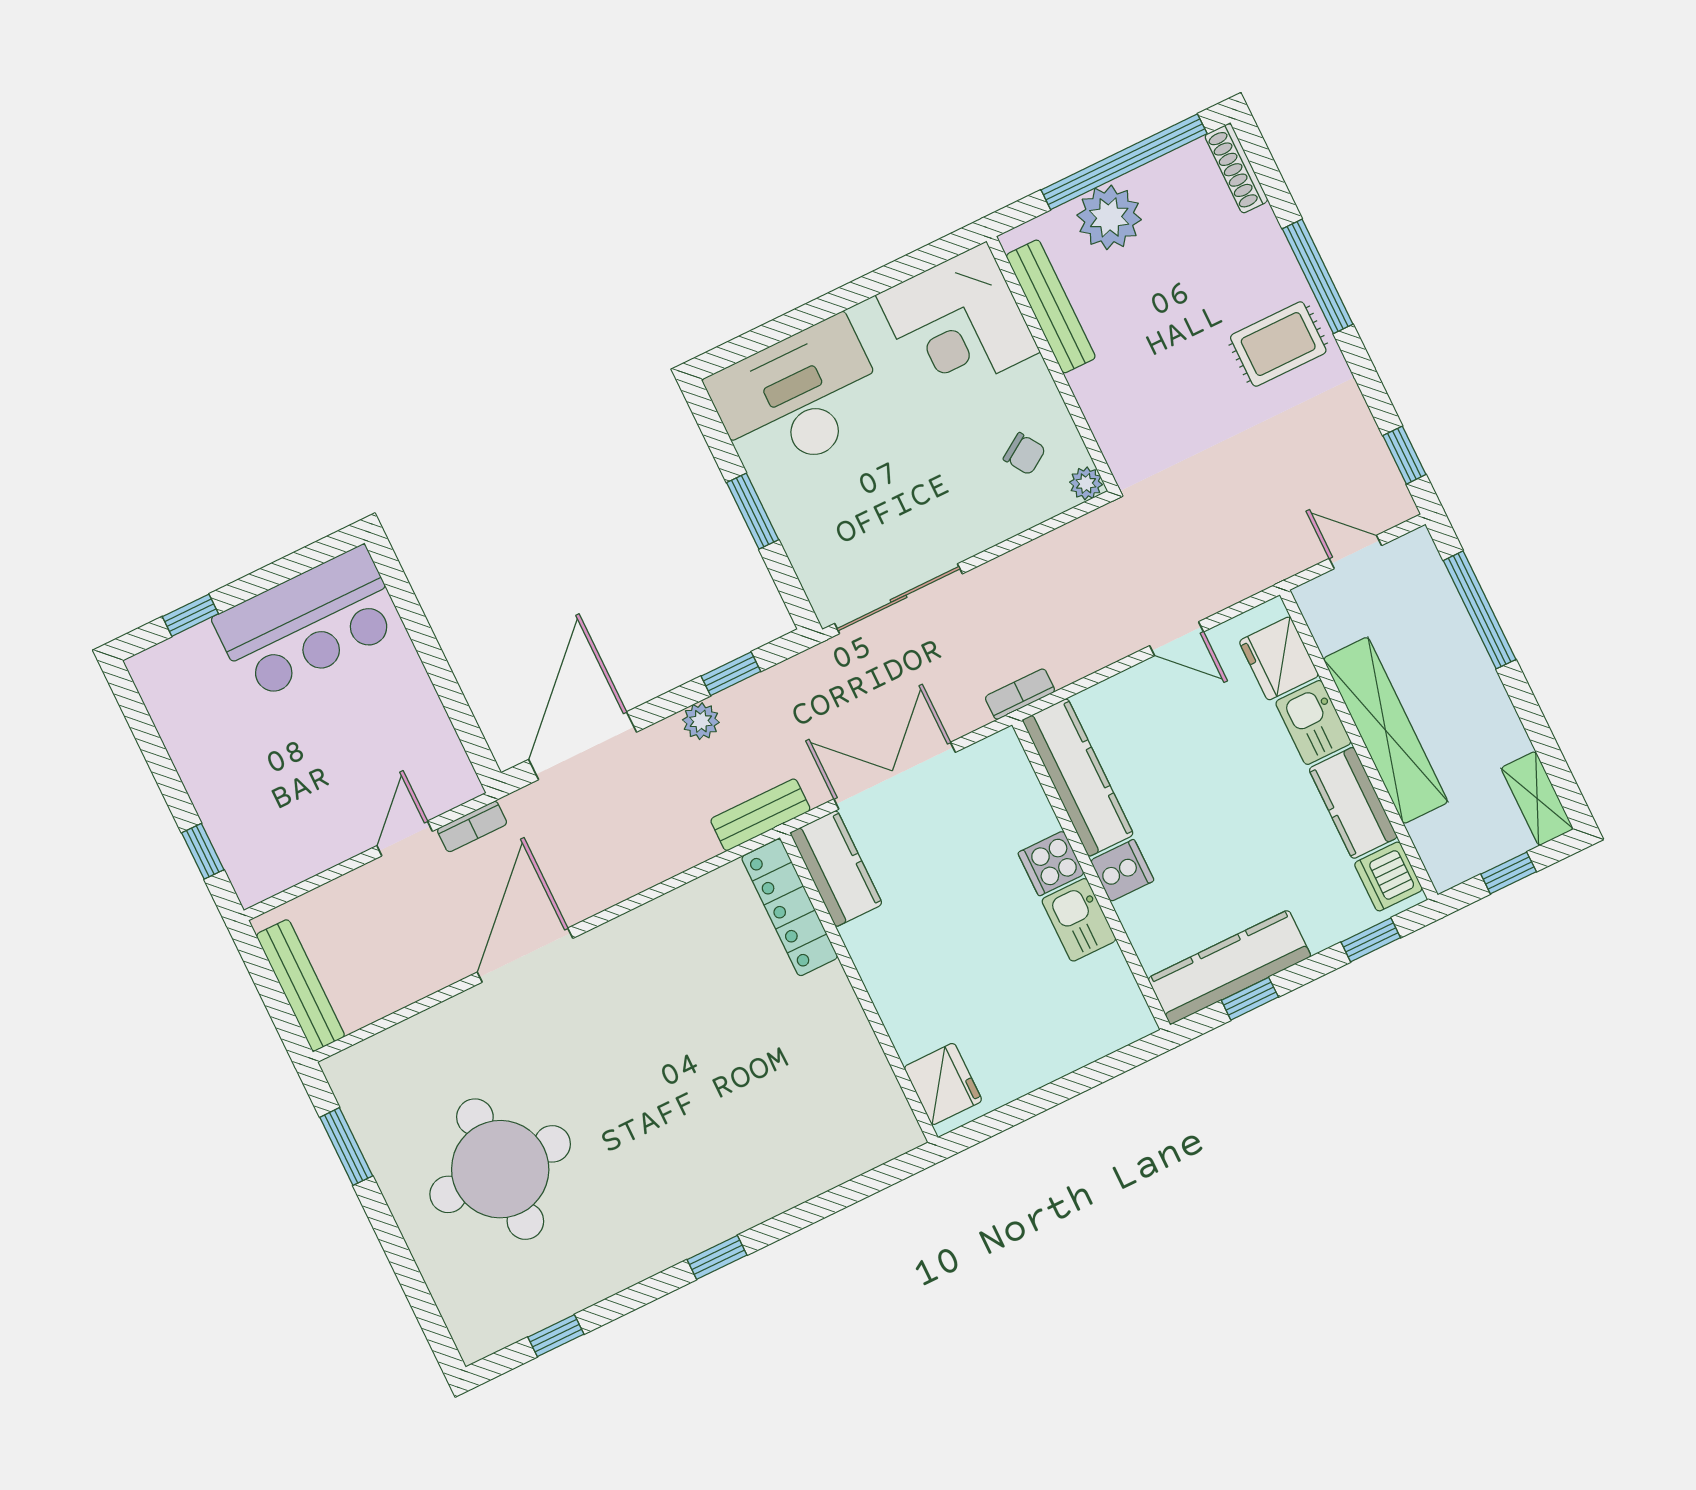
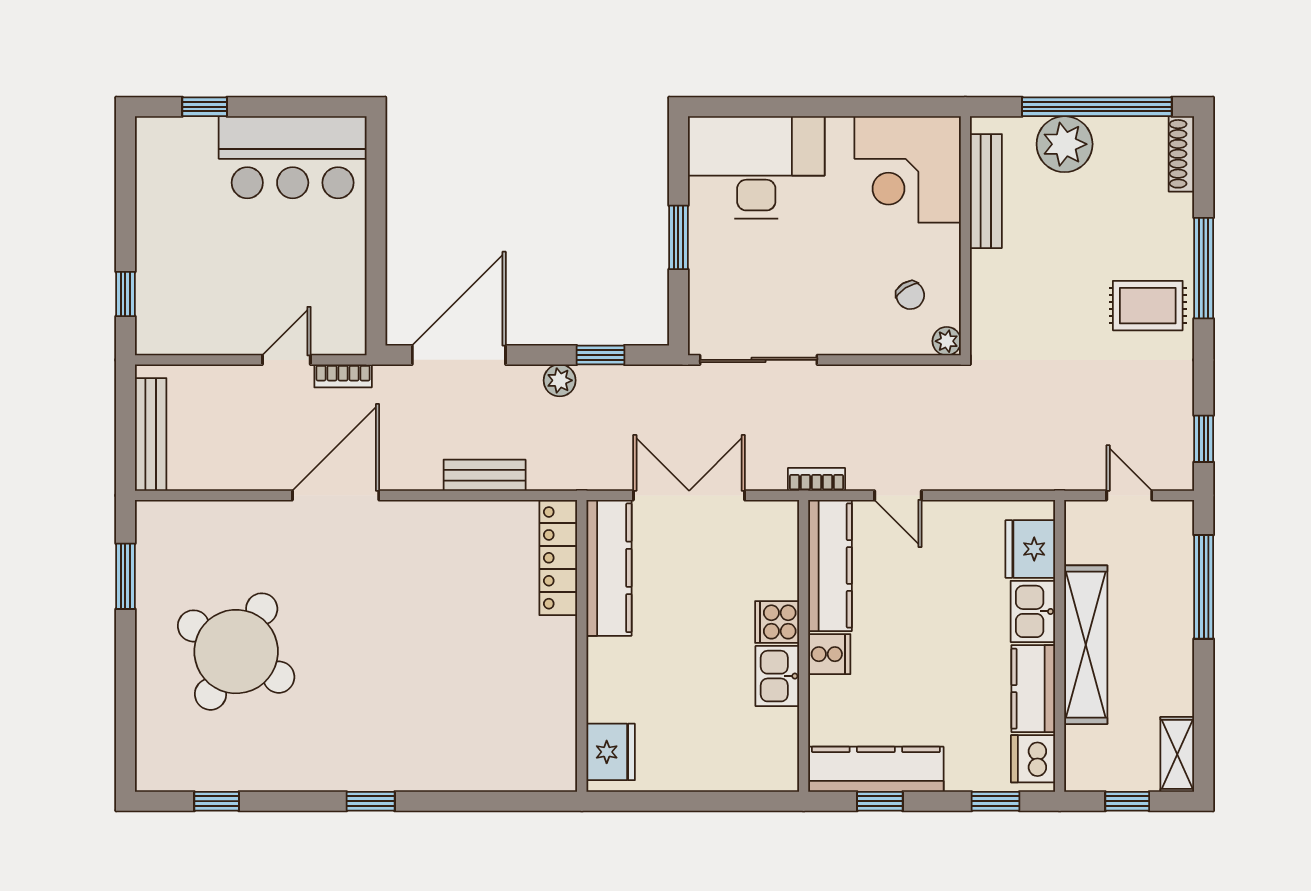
door: (1177, 639) -> (898, 495), moved
bench: (760, 815) -> (485, 475), moved
kitchen counter: (836, 868) -> (609, 568), width x1.50
round table: (500, 1169) -> (236, 652), turned 31

